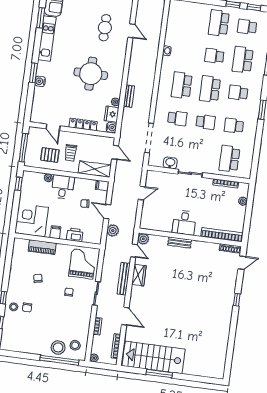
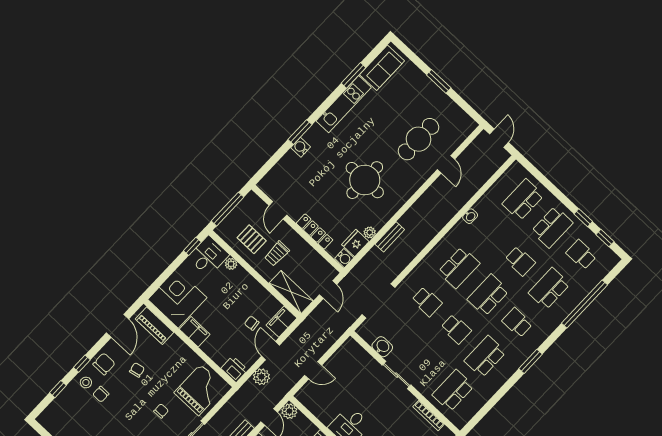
school desk: (191, 19) -> (523, 200), added
school desk: (219, 23) -> (552, 227), turned 180
cafe table: (105, 28) -> (418, 139), width x1.37, depth x1.35
school desk: (214, 56) -> (520, 261), turned 180
school desk: (182, 85) -> (459, 268), turned 180
school desk: (234, 126) -> (485, 356), width x1.85
filing cabinet: (102, 186) -> (282, 322), width x2.00
desk: (63, 187) -> (208, 256), moved
door: (142, 193) -> (313, 370), moved
filing cabinet: (55, 232) -> (195, 332), width x2.00
printer: (75, 235) -> (234, 369), moved
piano: (42, 247) -> (155, 326), moved
door: (8, 261) -> (117, 326), added
chair: (16, 289) -> (104, 364), added

